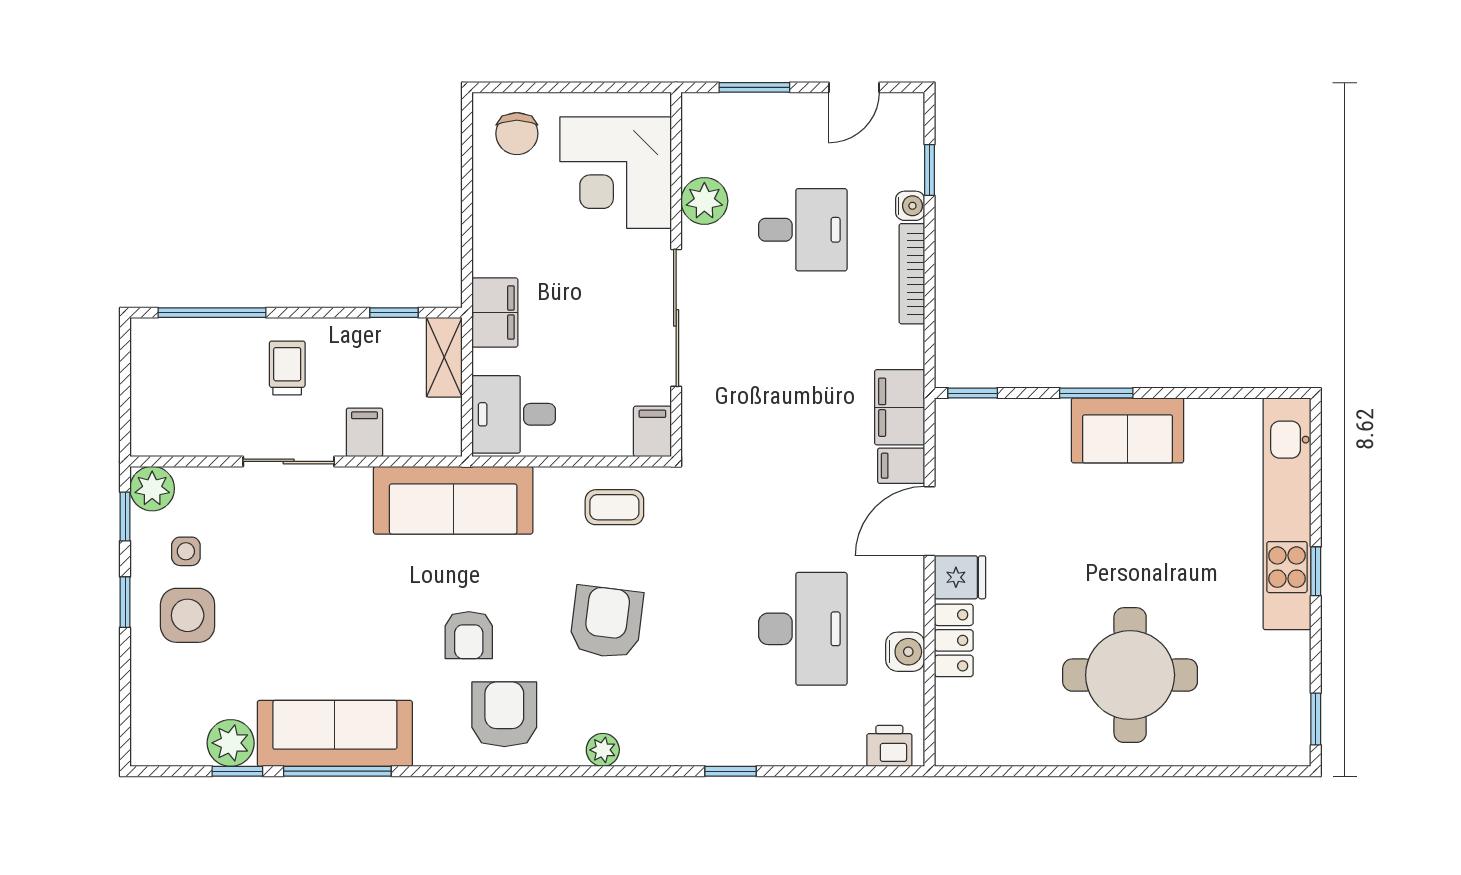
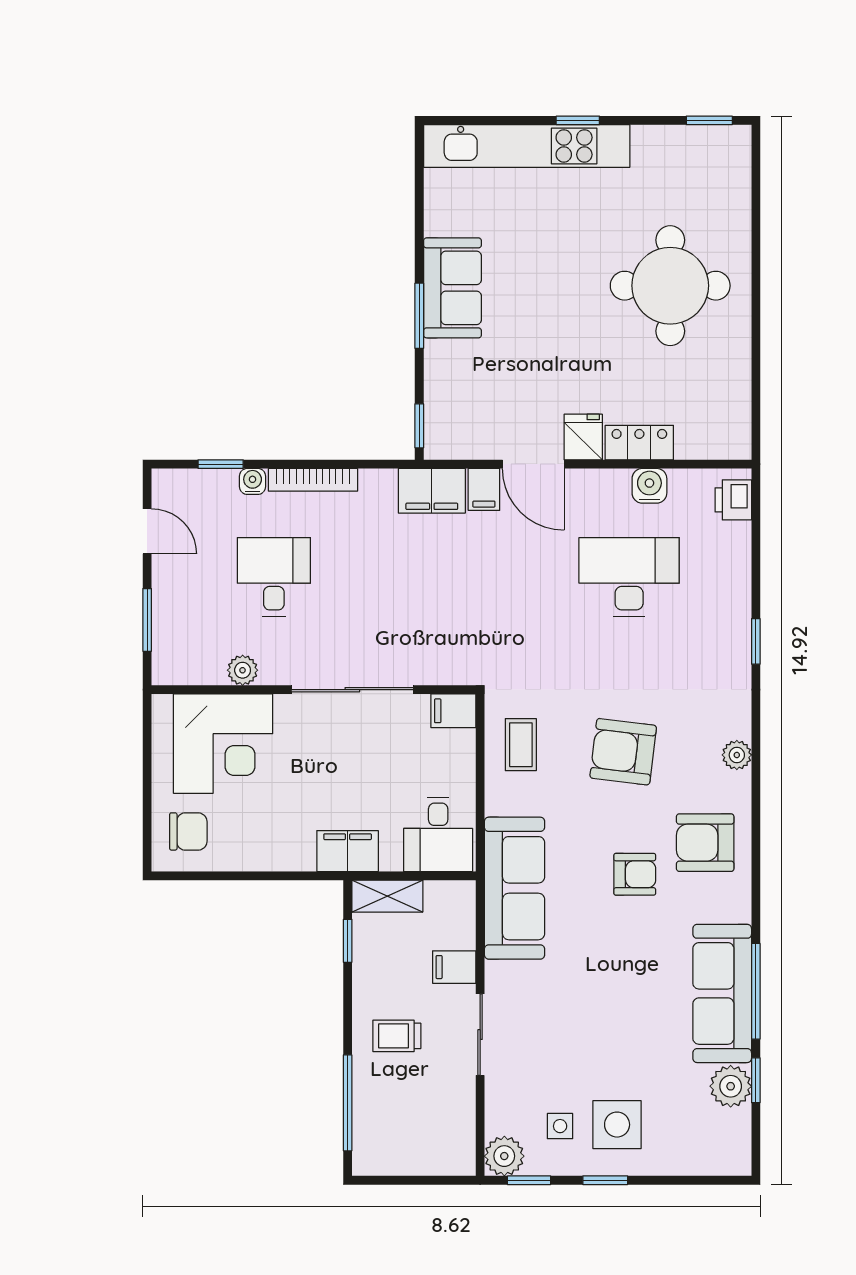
plant: (704, 201) -> (243, 670), width x0.73, depth x0.73

